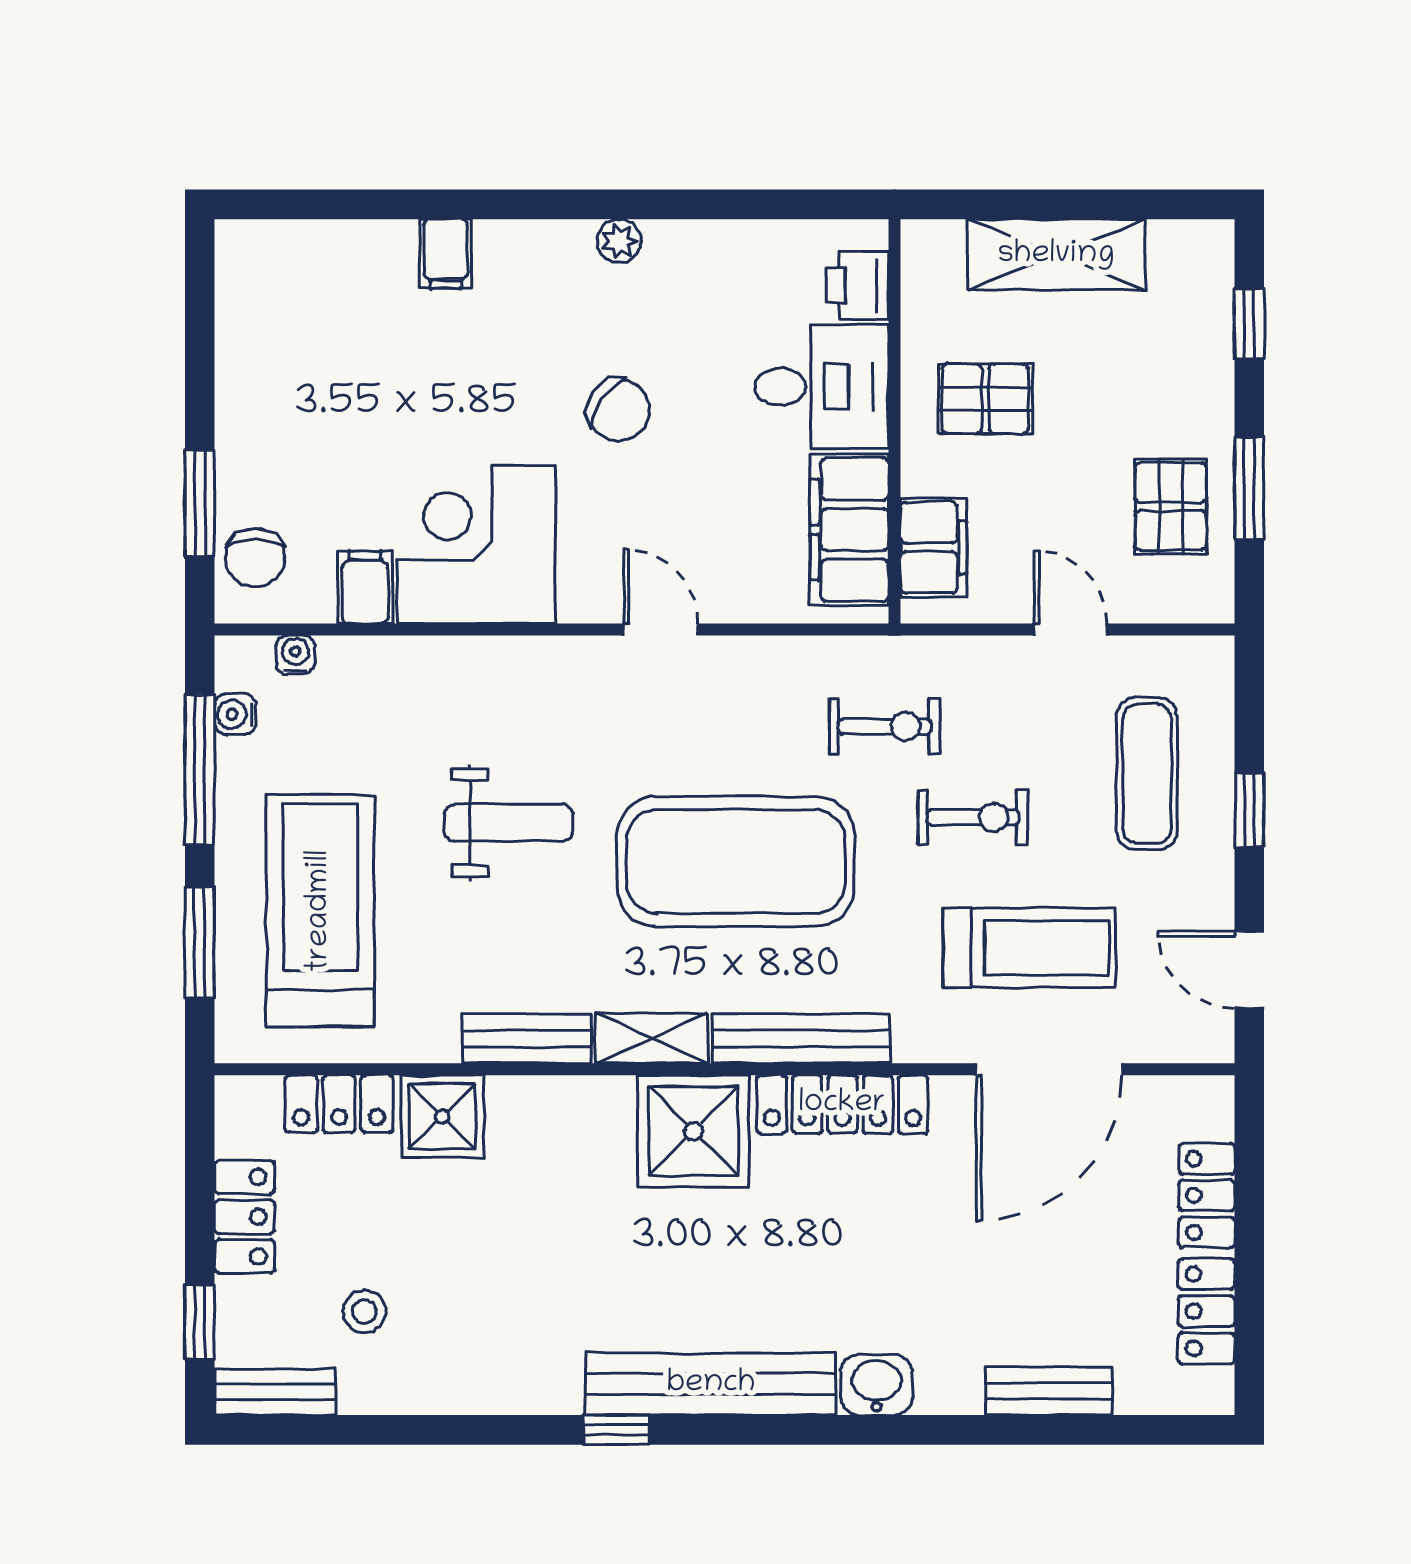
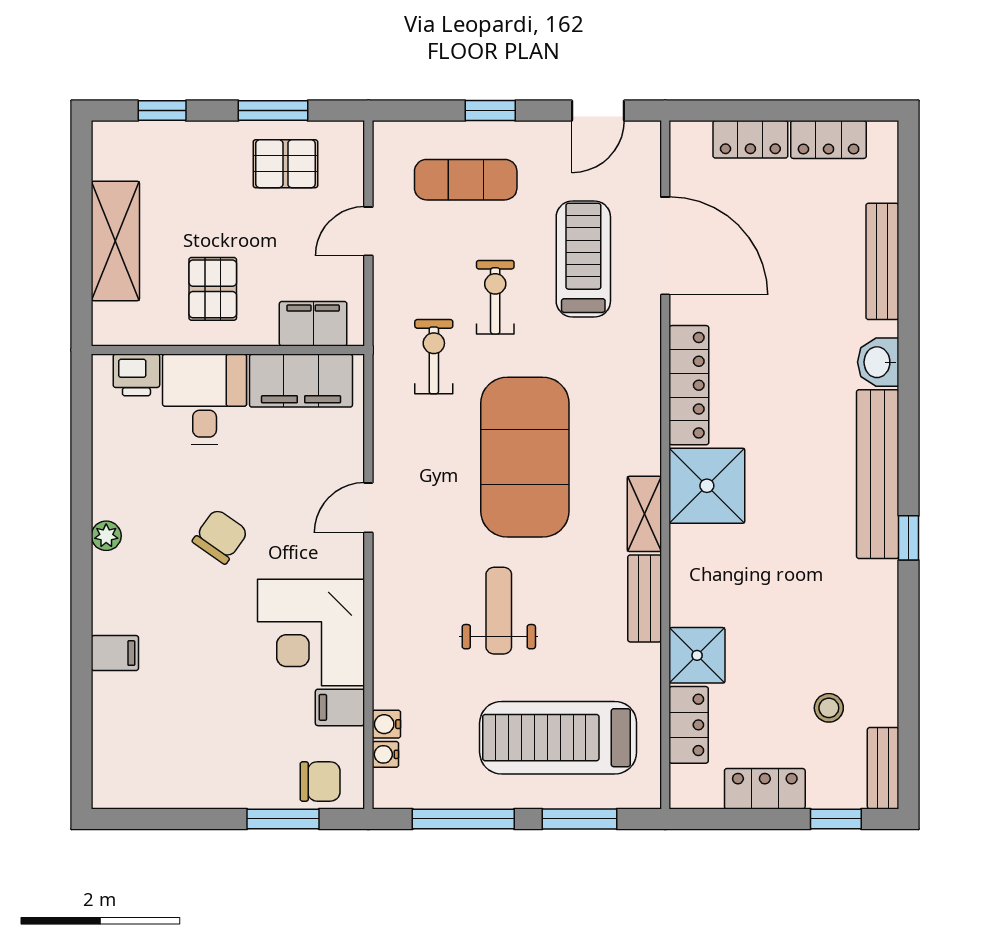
water cooler: (235, 714) -> (386, 724), moved, turned 90
bench: (801, 1039) -> (645, 413), removed
bench: (1049, 1391) -> (882, 261), width x1.36

